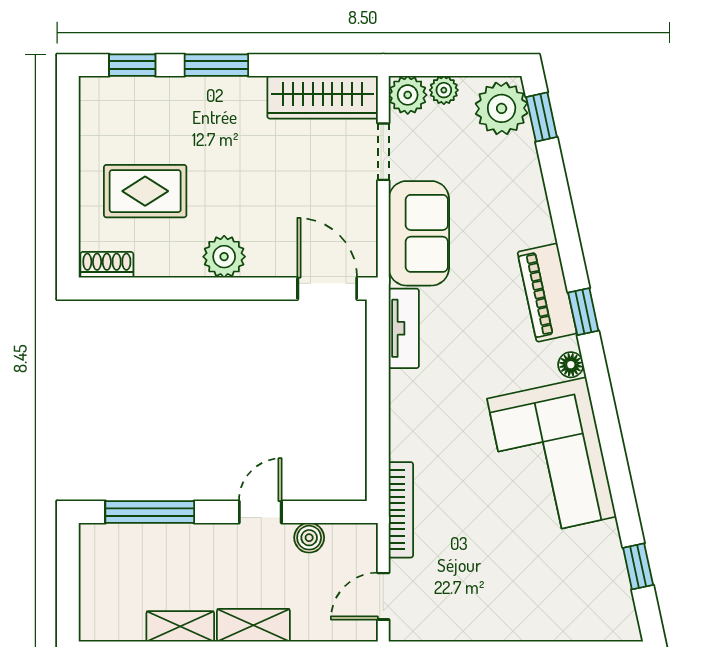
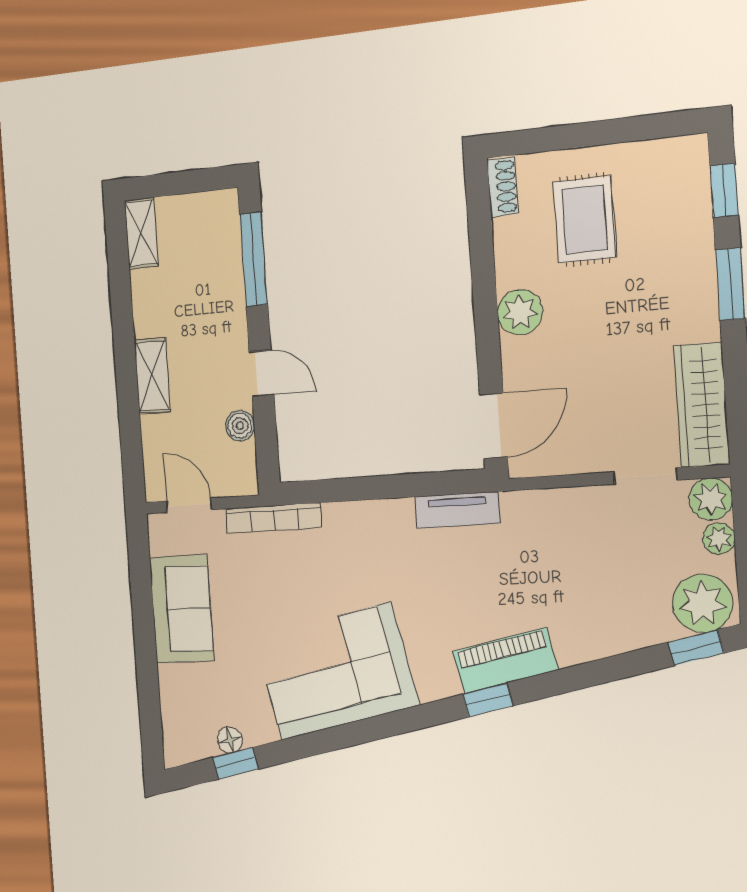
sofa: (419, 233) -> (182, 609), moved, turned -90
floor lamp: (571, 365) -> (230, 740), moved
shelving: (180, 626) -> (141, 233), moved

